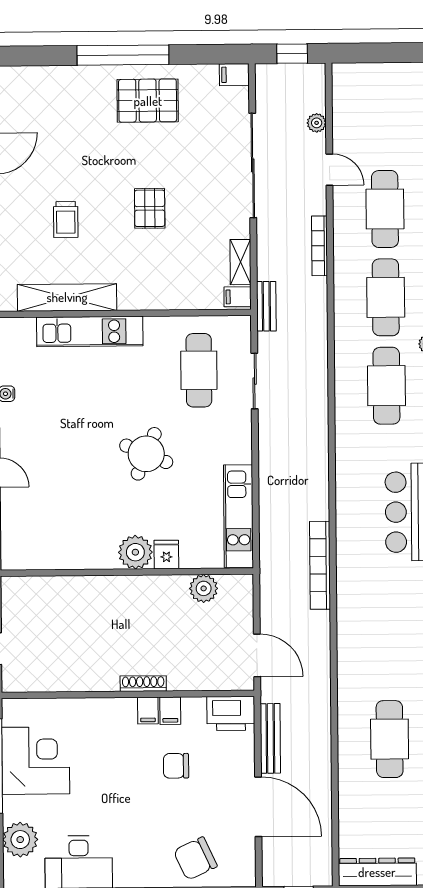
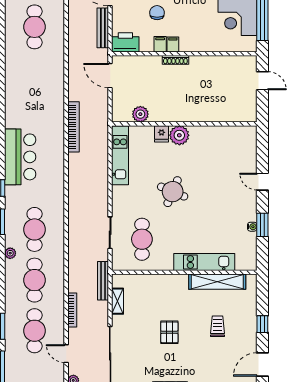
filing cabinet: (238, 297) -> (119, 281), removed
bench: (266, 306) -> (103, 281), width x1.36
chair: (176, 766) -> (157, 13), turned -90

